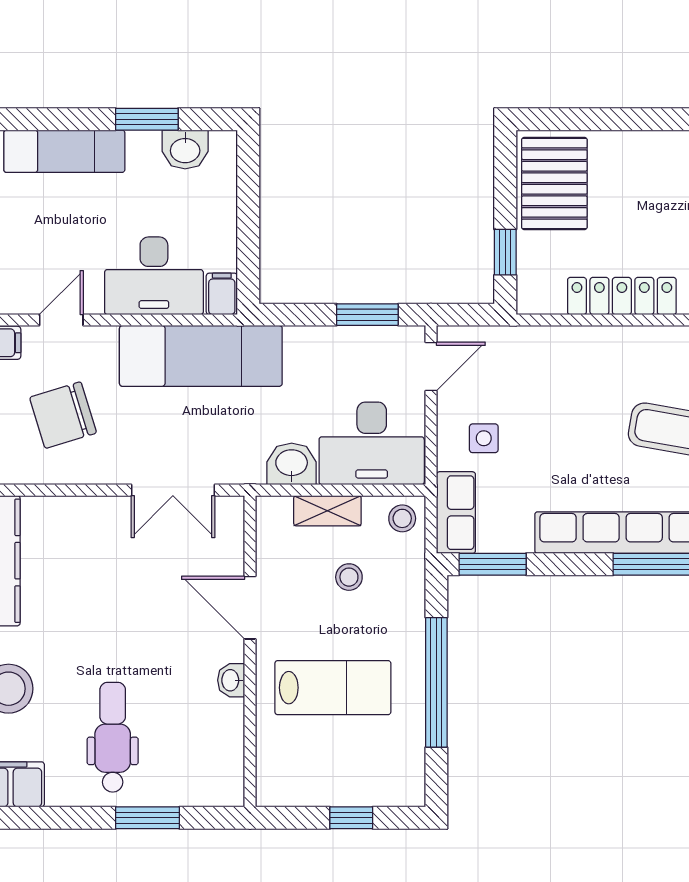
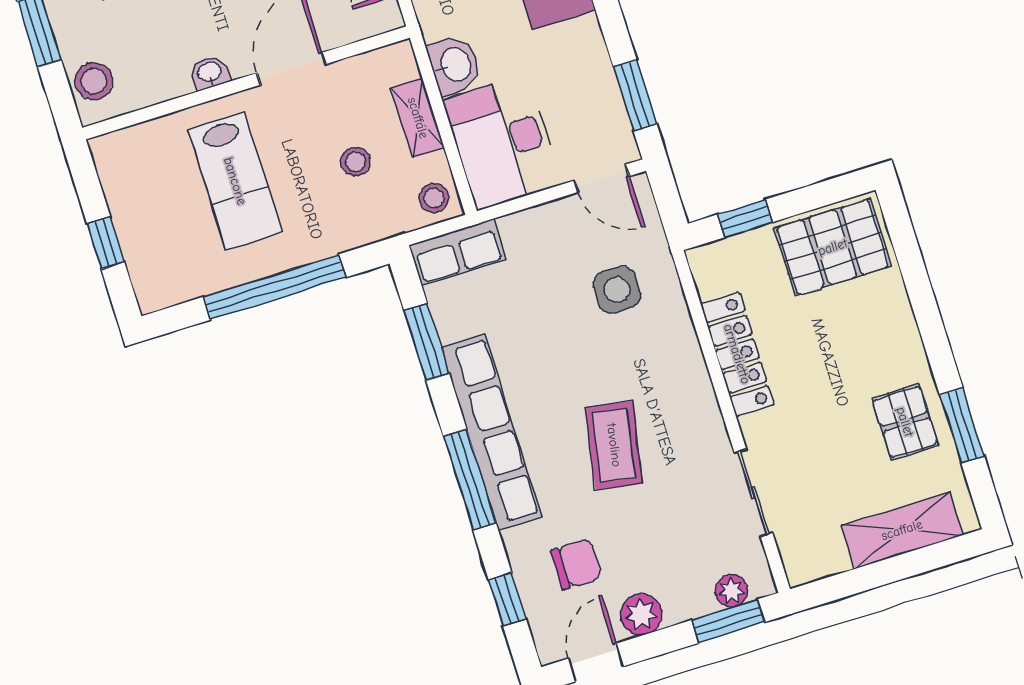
side table: (484, 438) -> (617, 290), moved, width x1.37, depth x1.37
window: (493, 564) -> (427, 342), moved
stool: (207, 784) -> (94, 81), added

